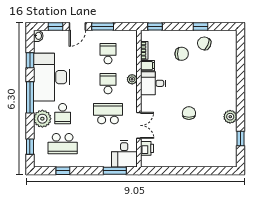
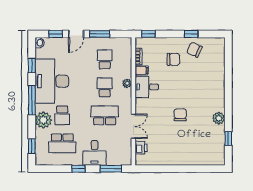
desk: (124, 154) -> (95, 153), moved
window: (63, 171) -> (79, 169), moved

